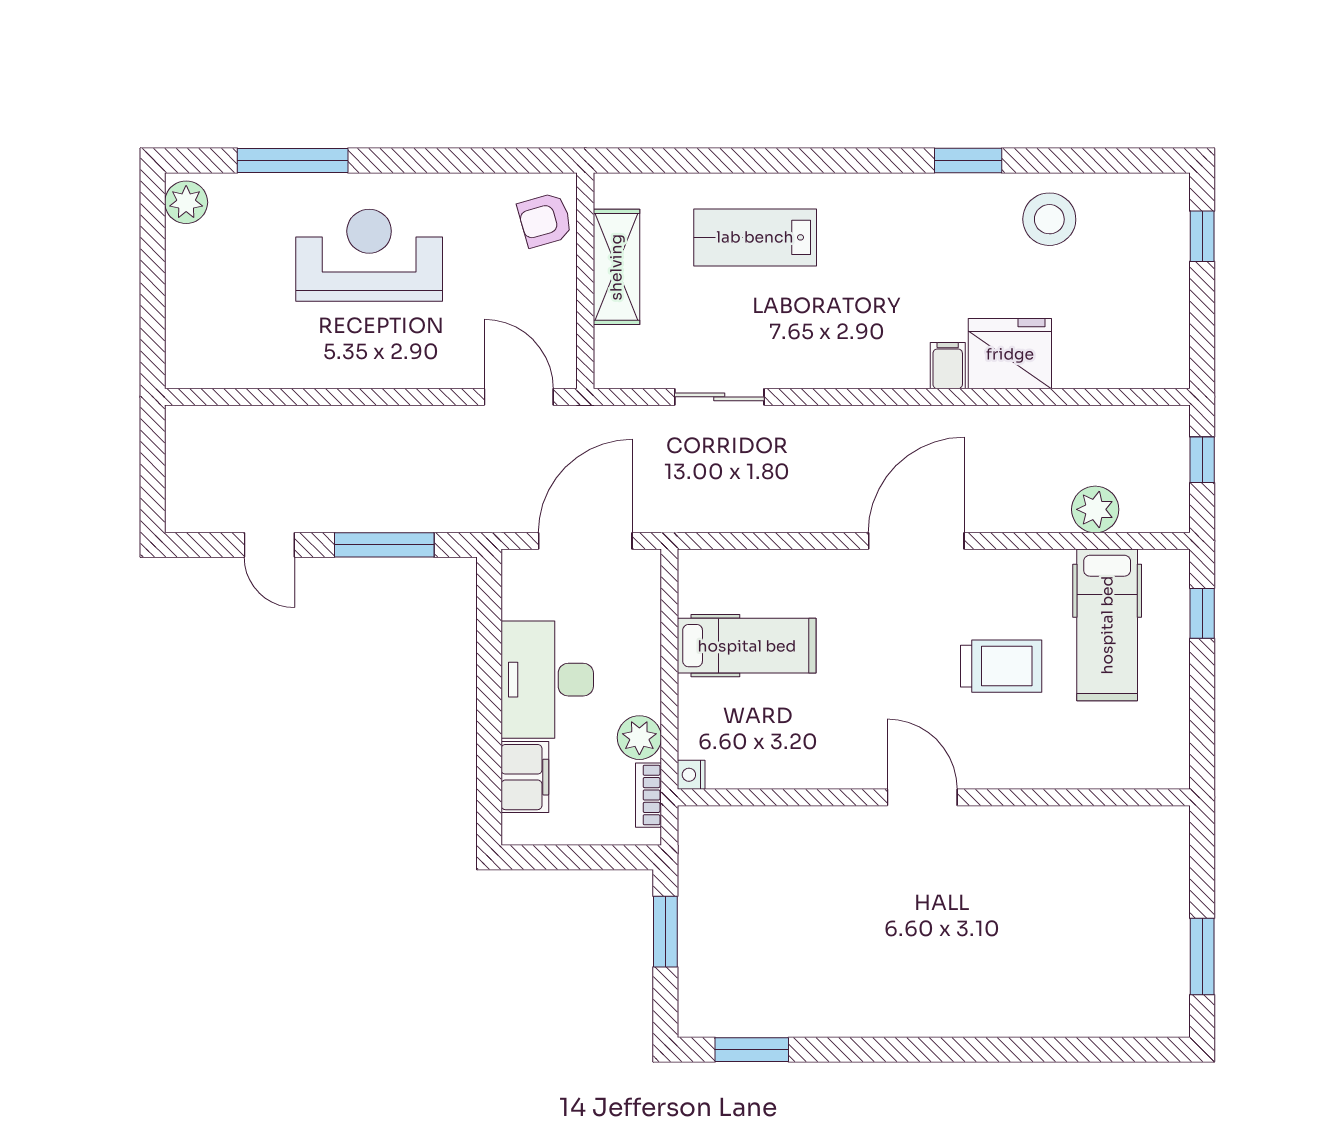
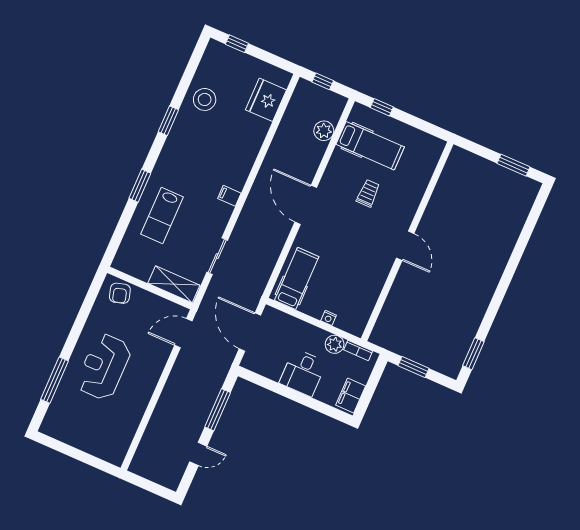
window: (799, 160) -> (140, 186), added
plant: (186, 202) -> (53, 428), removed
shelving: (616, 267) -> (174, 284), moved
fridge: (1010, 354) -> (266, 100), moved
filing cabinet: (948, 366) -> (229, 196), moved
hospital bed: (747, 646) -> (297, 278), moved
trolley: (1001, 666) -> (368, 193), width x0.73, depth x0.72
desk: (547, 680) -> (303, 373), width x0.73
nightstand: (691, 775) -> (329, 318), moved
filing cabinet: (525, 777) -> (351, 395), moved, turned -90
door: (922, 797) -> (405, 246), swing flipped

